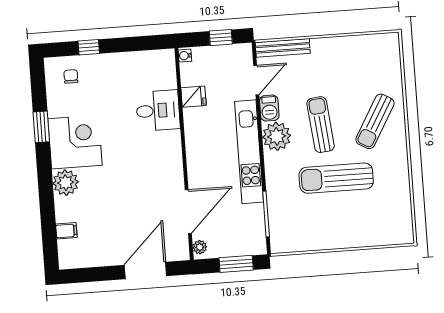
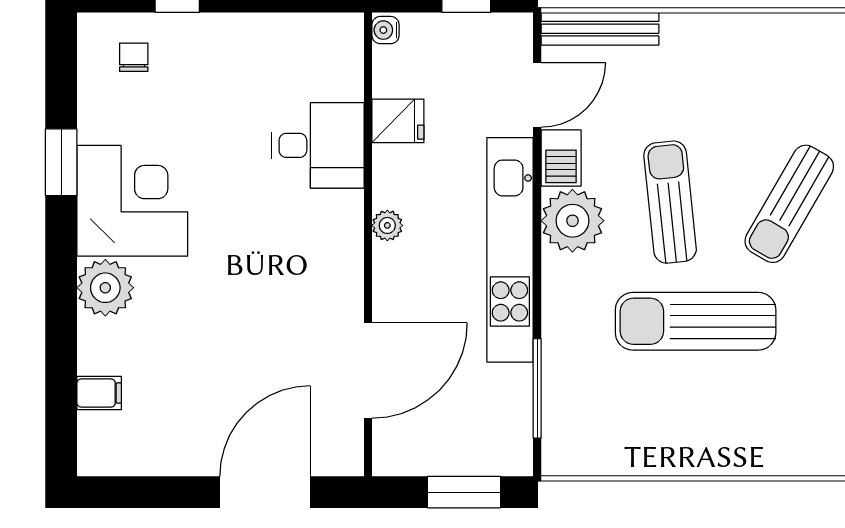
plant: (200, 247) -> (387, 225), moved

